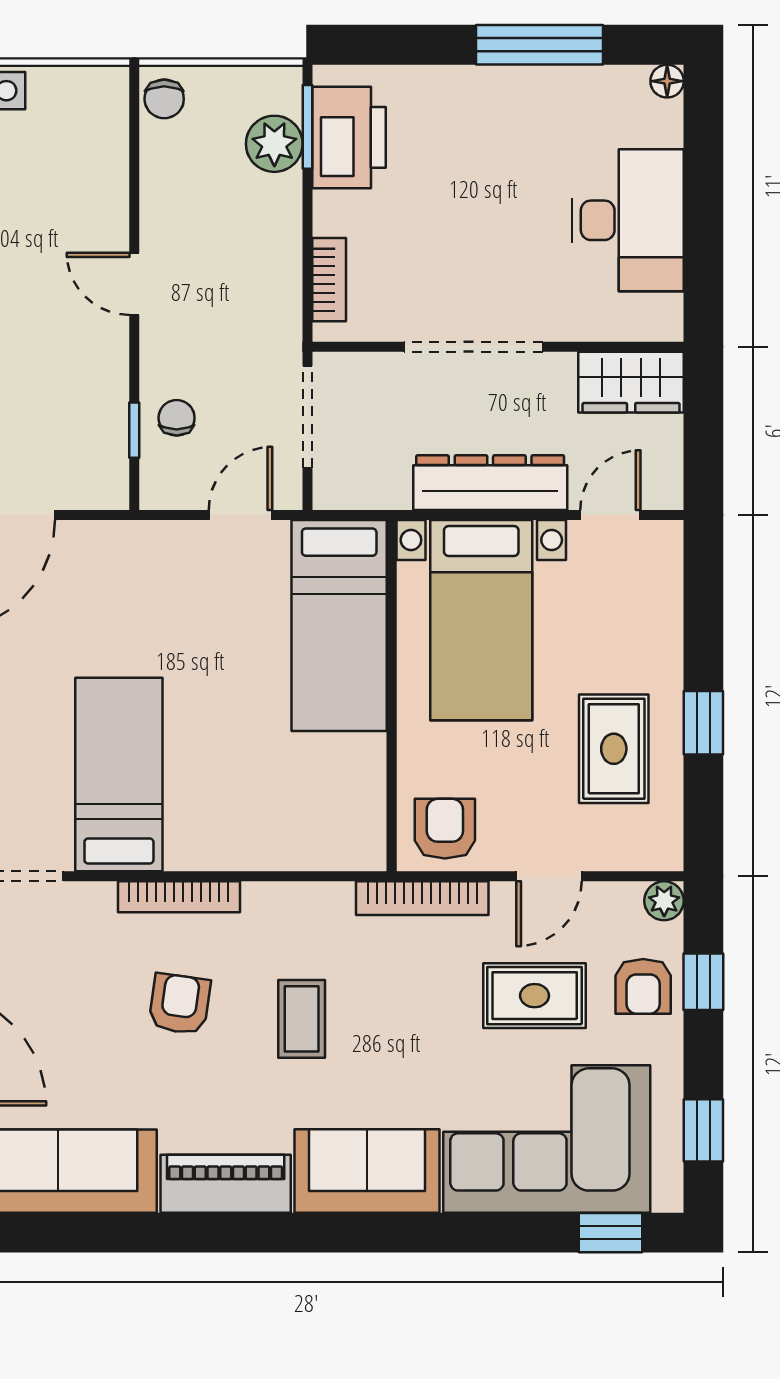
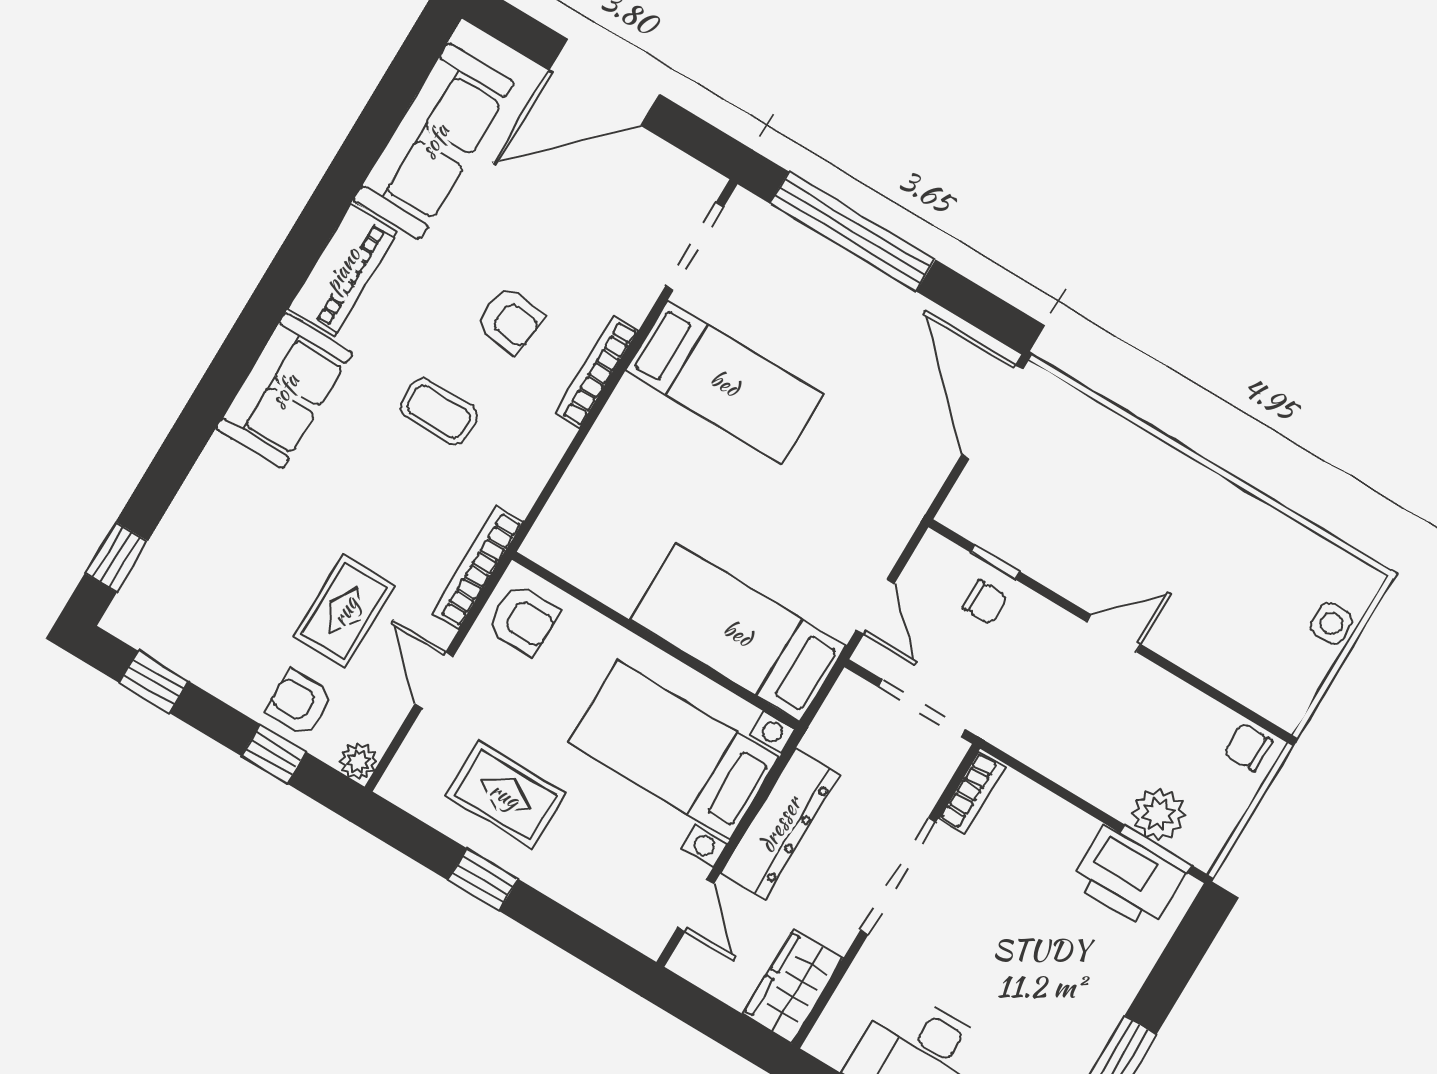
bookcase: (329, 280) -> (972, 793), moved, turned -90
corner sofa: (547, 1139) -> (223, 551), removed

